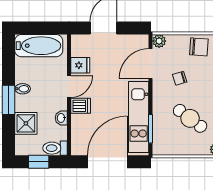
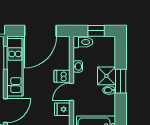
shower: (26, 123) -> (106, 76), moved

